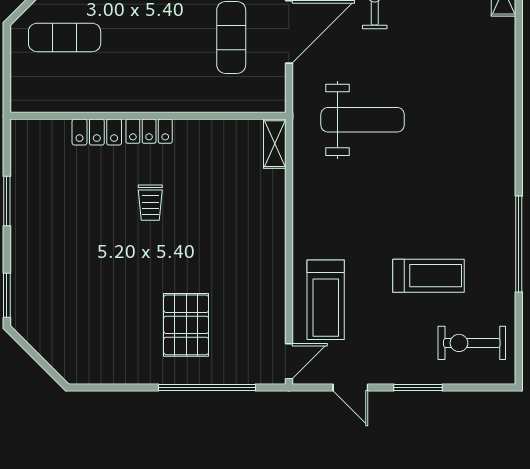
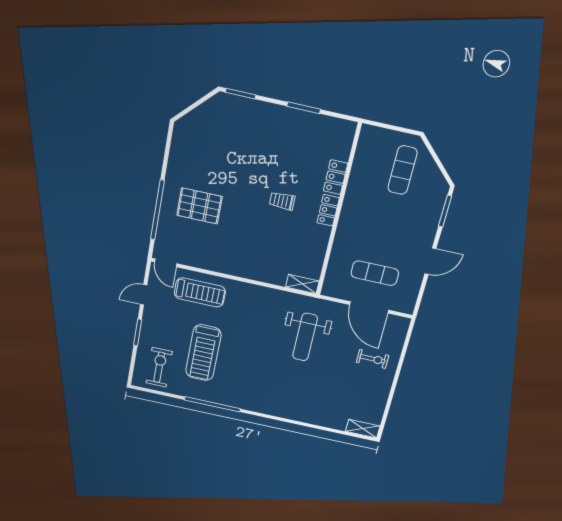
treadmill: (428, 276) -> (203, 353), width x1.37, depth x1.38
treadmill: (326, 300) -> (200, 292), turned 180

